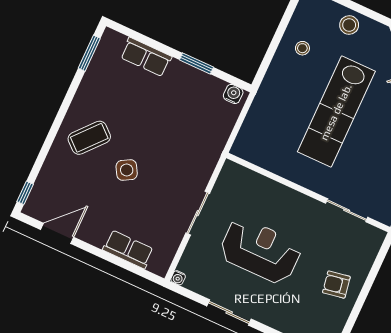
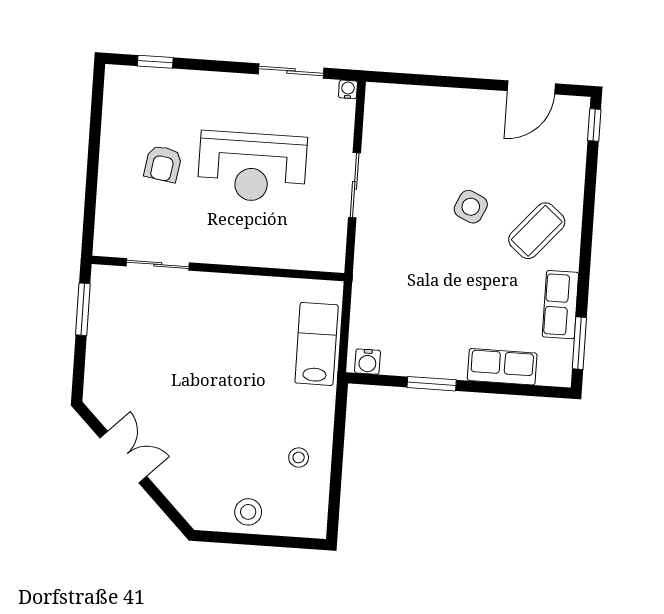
lab bench: (336, 112) -> (317, 344), moved, width x0.54, depth x0.72
side table: (127, 170) -> (471, 207), turned -35
row of seats: (128, 249) -> (560, 305), moved, turned 90
armchair: (336, 285) -> (163, 164), moved, turned 109
sliding door: (229, 312) -> (291, 71), moved

